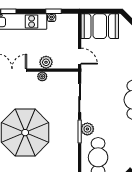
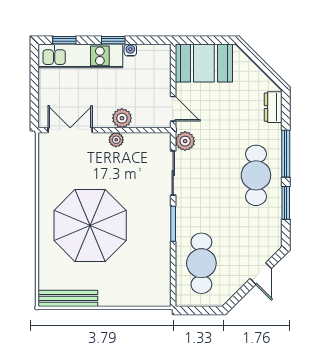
window: (53, 11) -> (113, 40), moved
plant: (87, 129) -> (185, 141), moved

